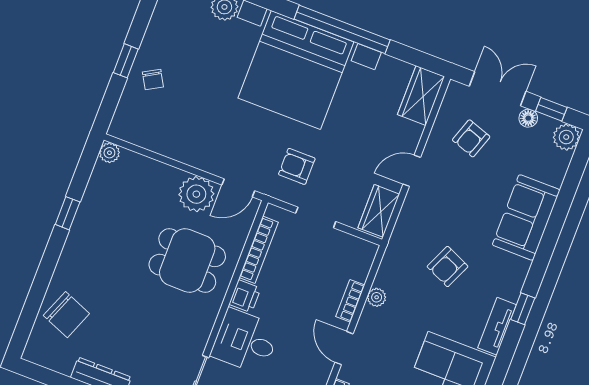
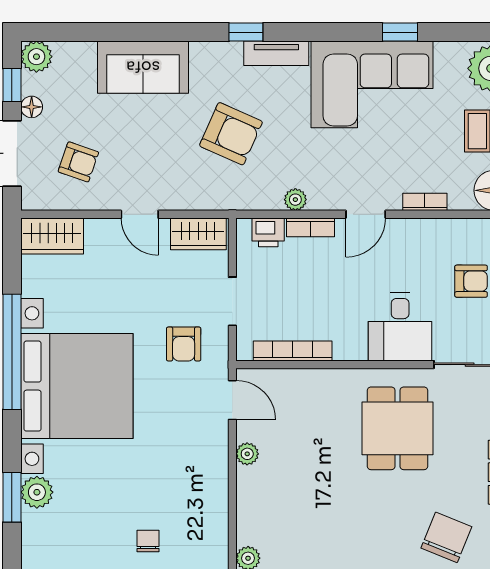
chair: (153, 80) -> (148, 541), turned -60
plant: (196, 194) -> (247, 454), width x0.53, depth x0.53
dining table: (187, 260) -> (397, 428), moved
armchair: (448, 267) -> (231, 134), width x1.38, depth x1.38
printer: (245, 296) -> (268, 232), moved, turned 180

